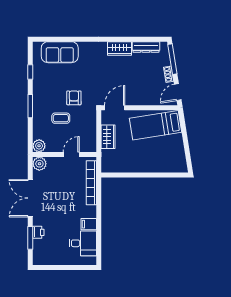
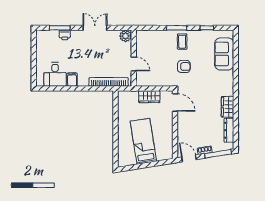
coffee table: (61, 118) -> (182, 42), moved
bed: (156, 125) -> (143, 141), moved
plant: (39, 146) -> (141, 36), removed
double door: (30, 198) -> (95, 28), width x0.73

